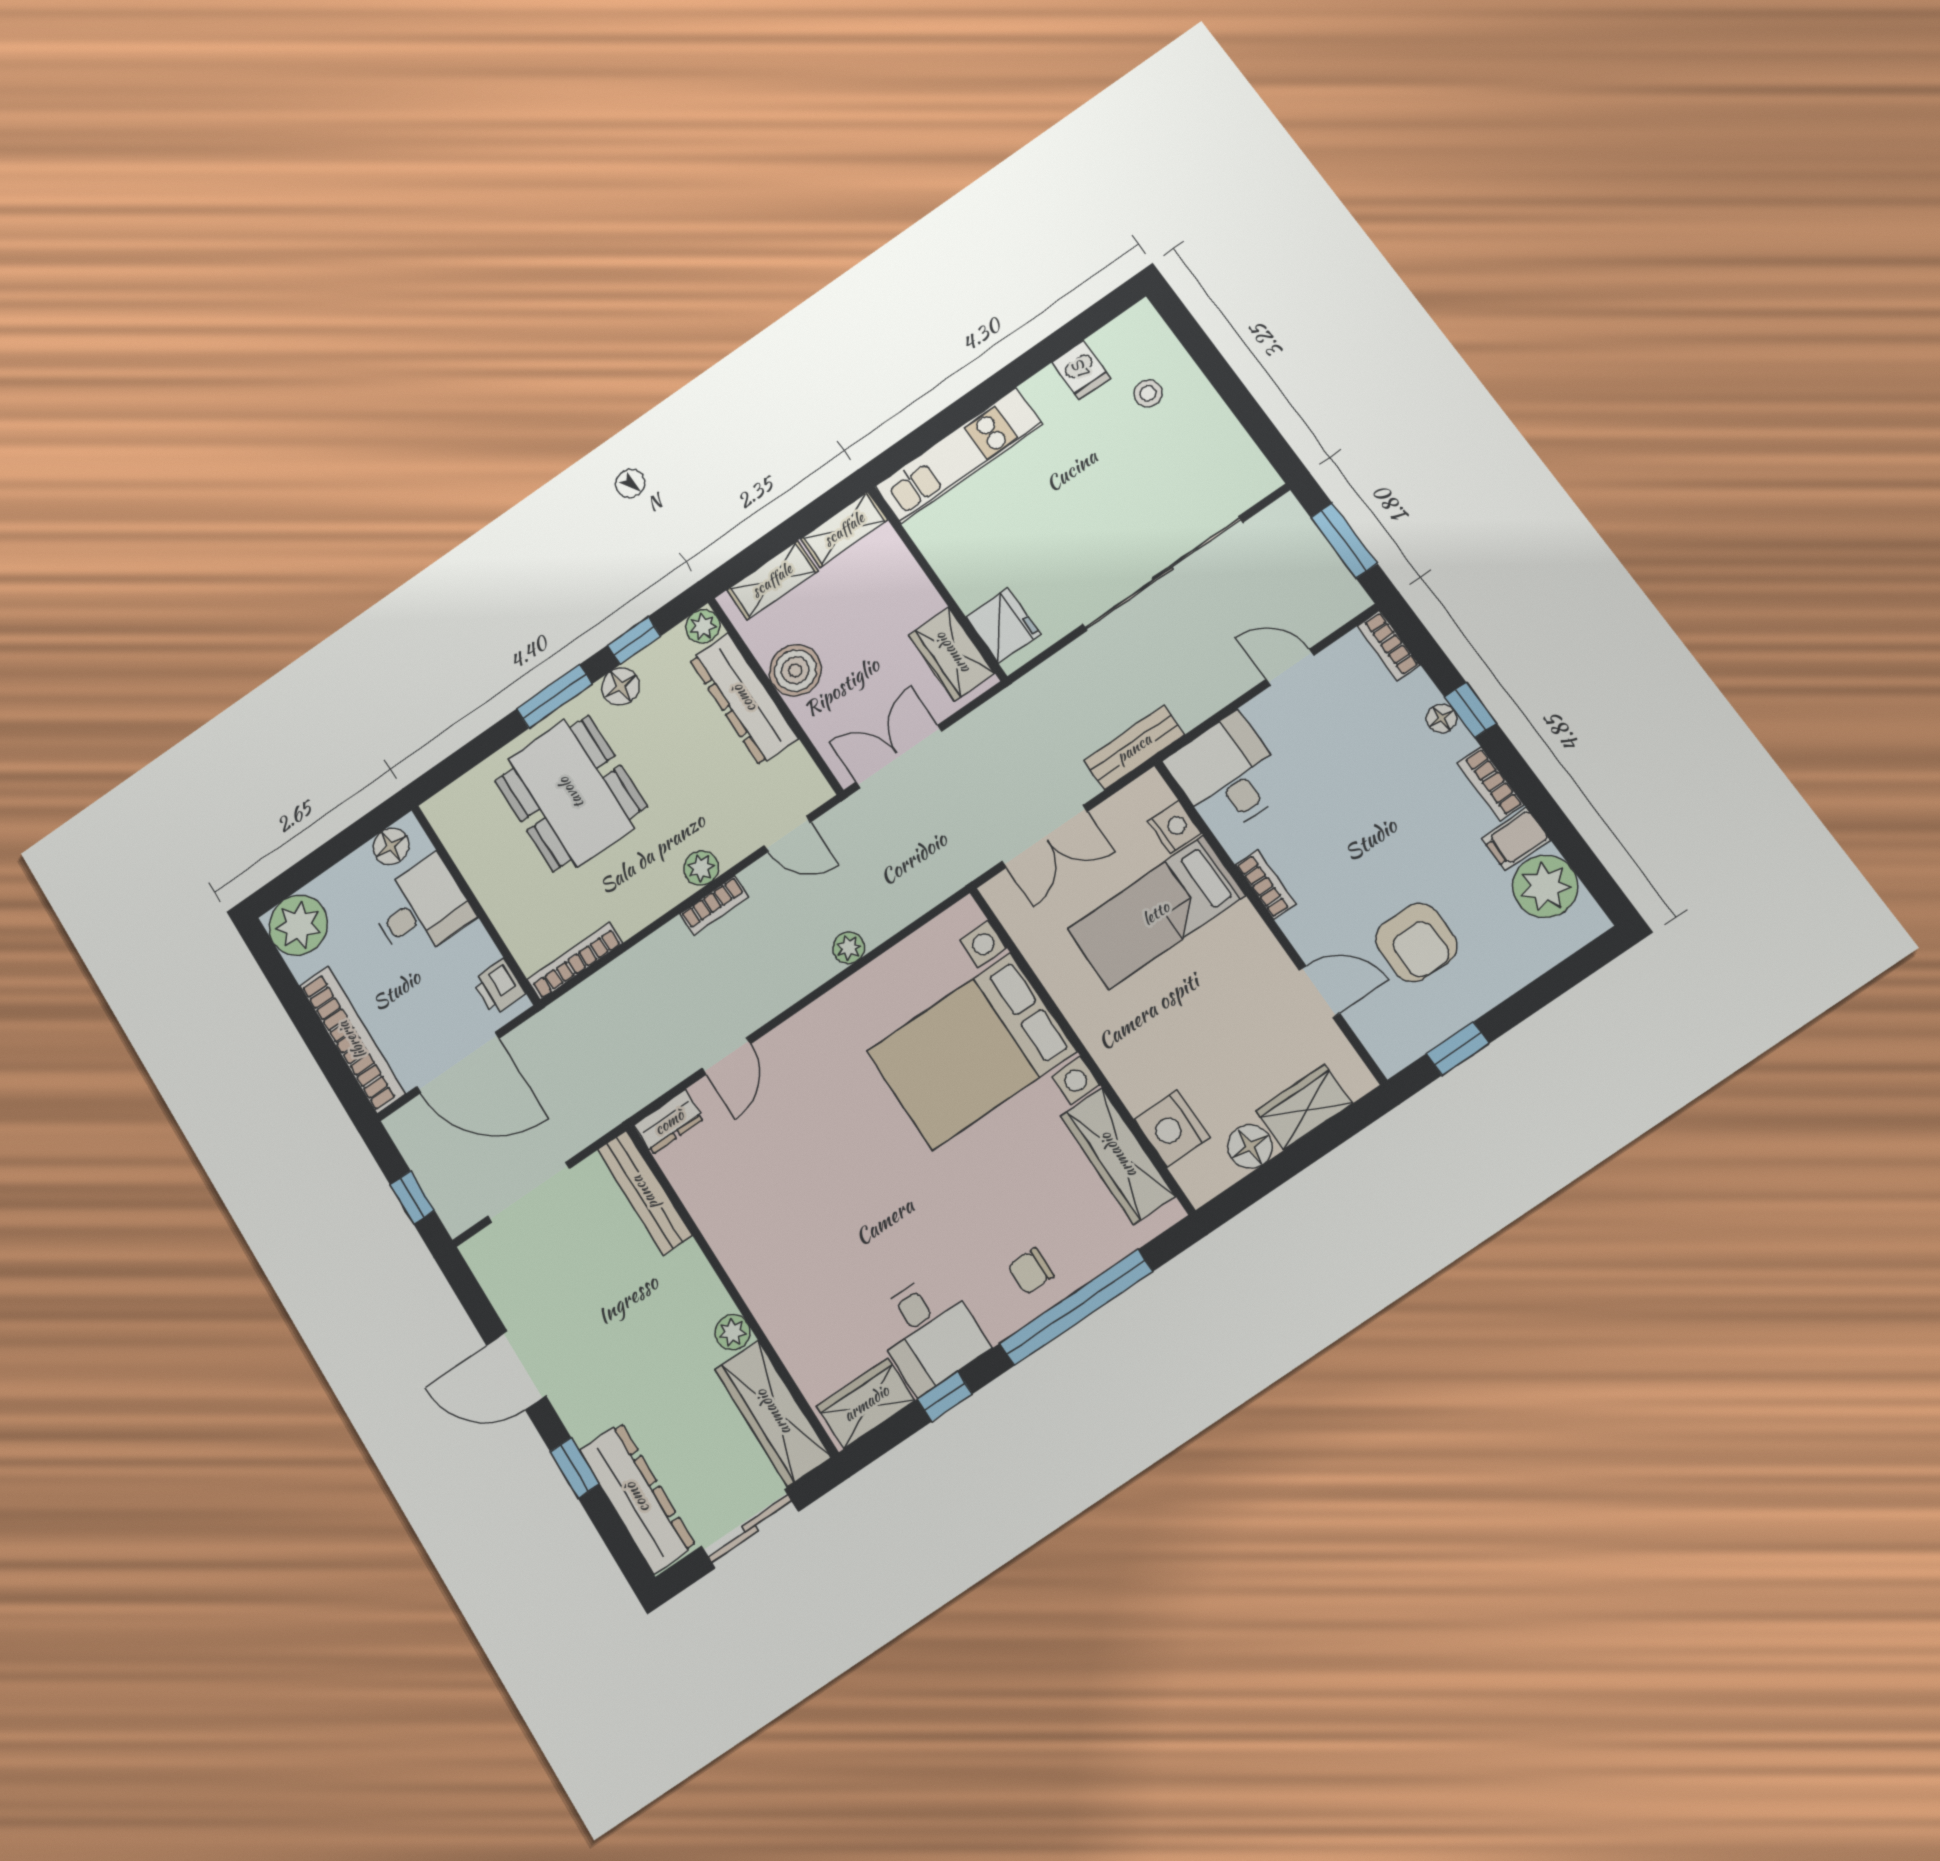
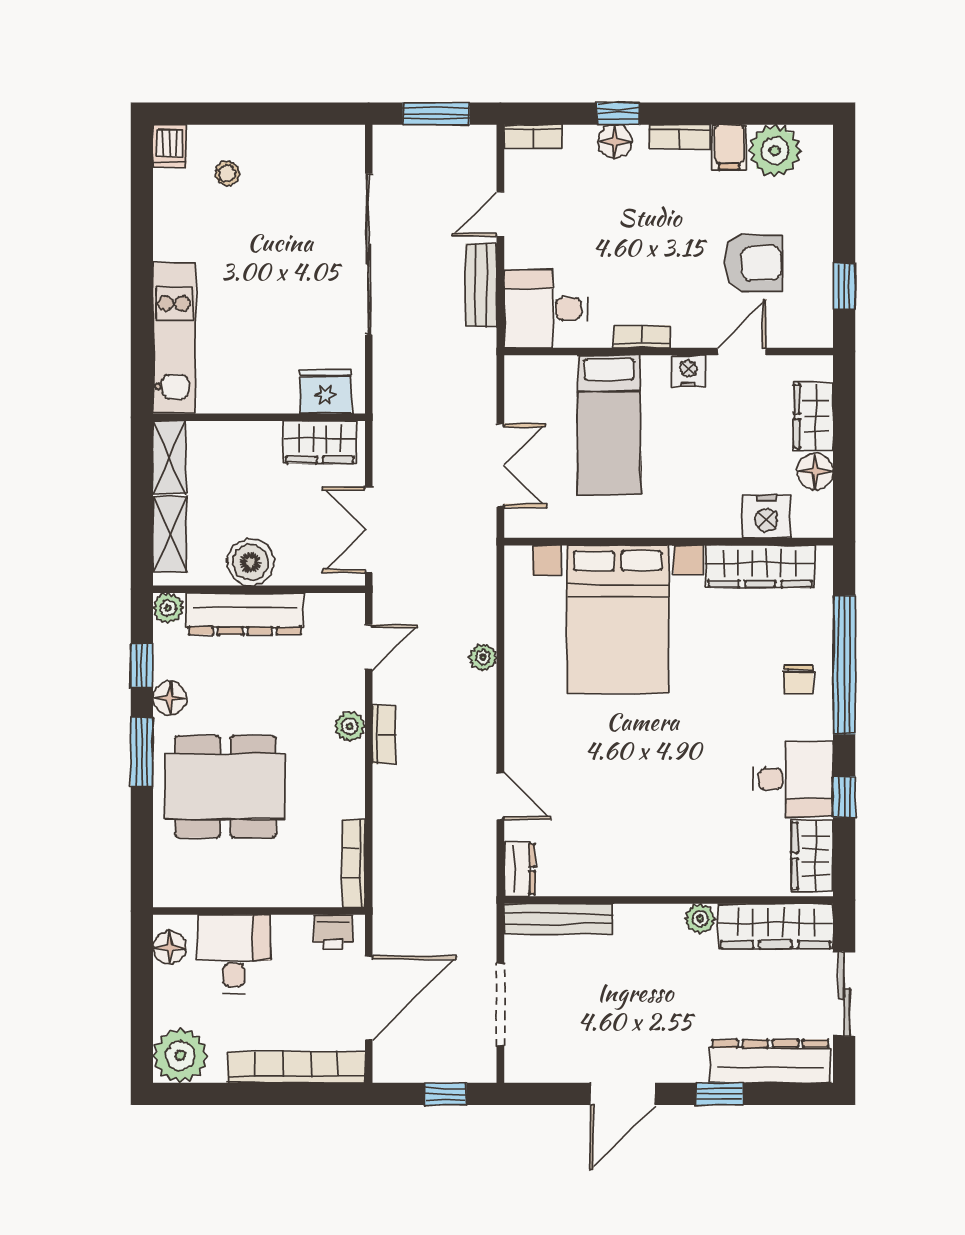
dishwasher: (1081, 370) -> (170, 146), moved, turned 90
floor lamp: (1442, 718) -> (615, 142), width x1.37, depth x1.37
bench: (1134, 748) -> (481, 285), moved
nightstand: (1174, 827) -> (688, 371), moved

